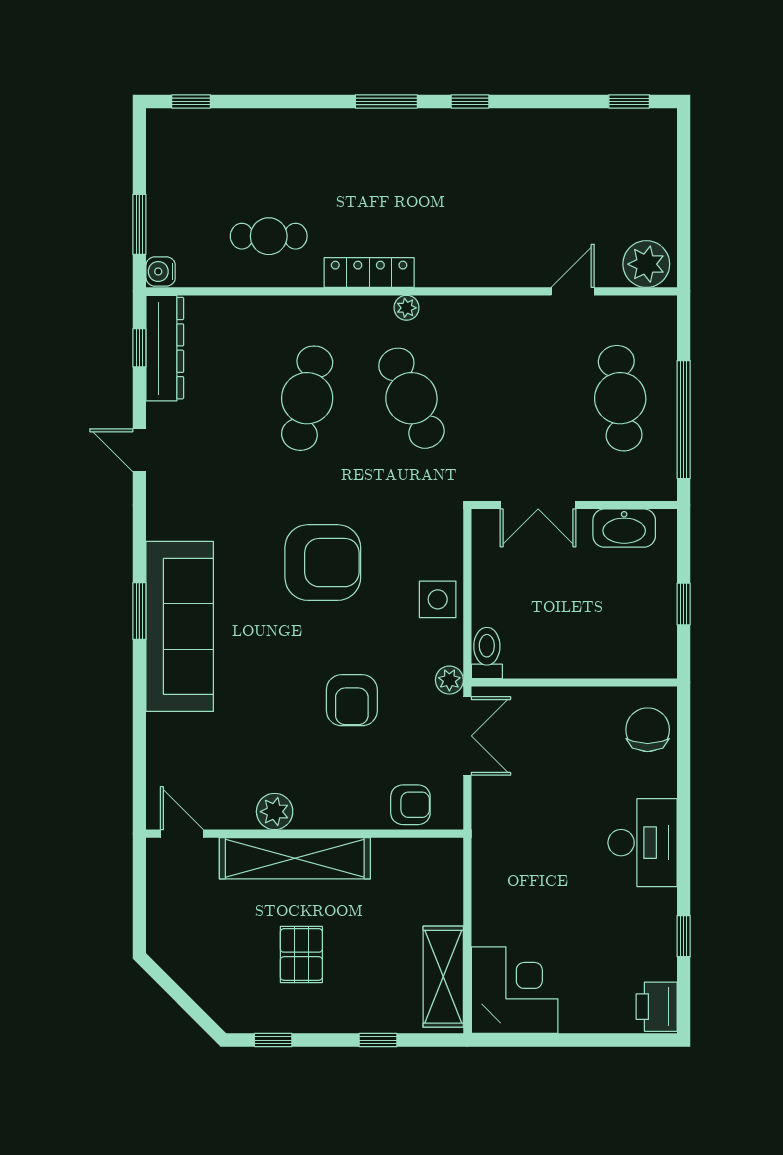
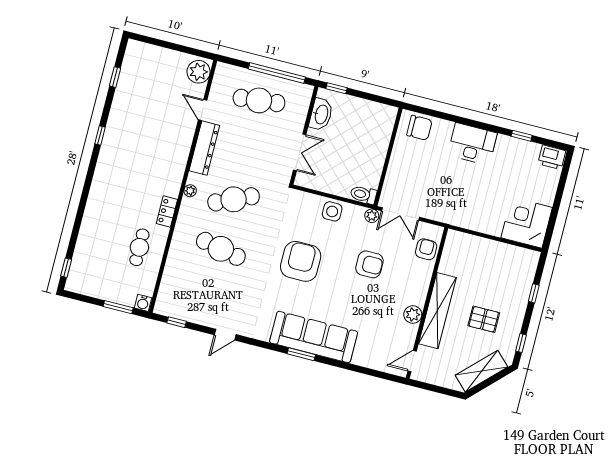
window: (386, 101) -> (90, 175), removed
window: (629, 101) -> (115, 77), moved
locker: (369, 273) -> (167, 212), width x0.66
dresser: (165, 348) -> (204, 148), moved, turned 90
window: (684, 604) -> (336, 88), moved
chair: (648, 730) -> (419, 128), turned 180
double door: (467, 736) -> (400, 214), swing flipped
shelving: (443, 977) -> (482, 371), moved, turned -45

